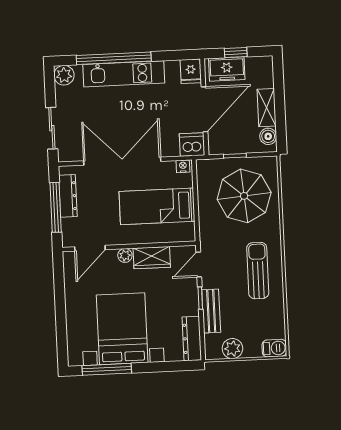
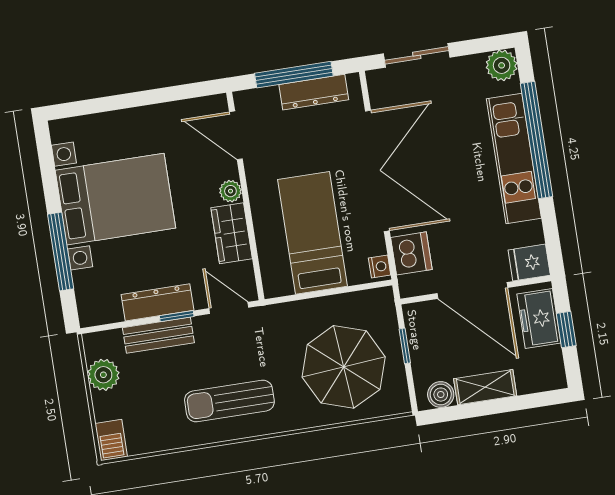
dishwasher: (192, 144) -> (411, 253), moved
sun lounger: (258, 271) -> (229, 401), turned 180
dresser: (192, 339) -> (158, 302), moved
window: (107, 369) -> (61, 252), moved

